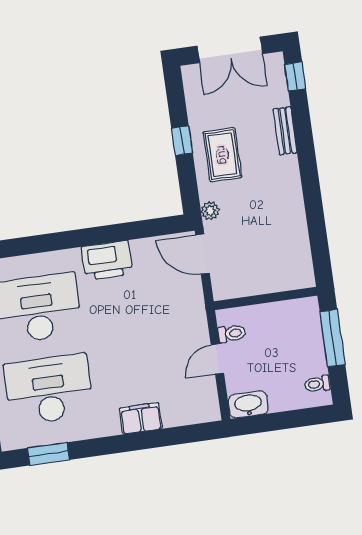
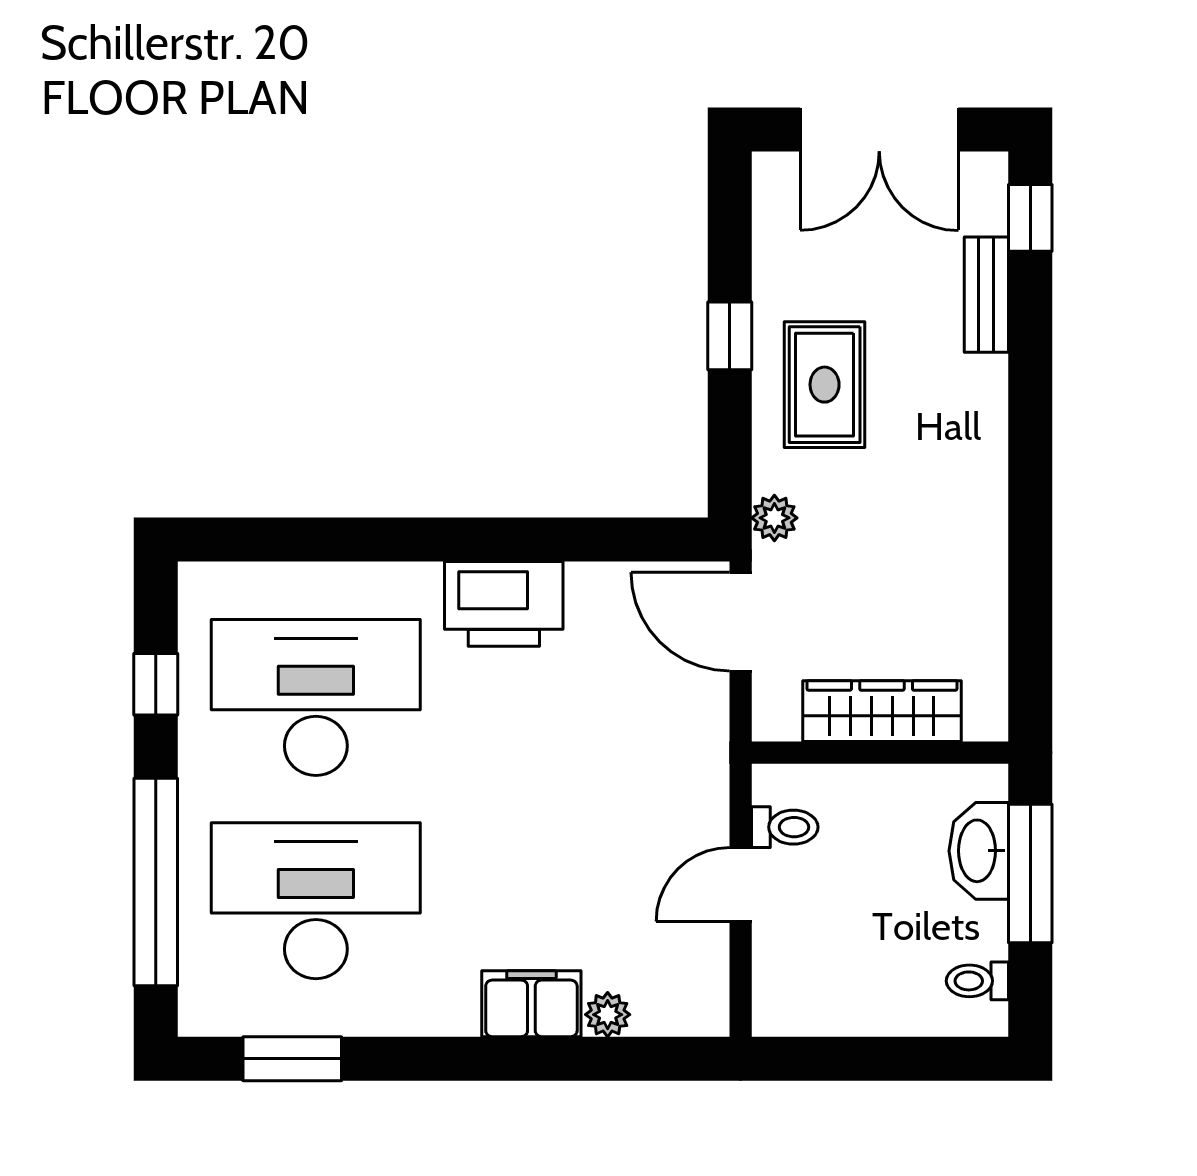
bench: (285, 131) -> (986, 295), moved
wardrobe: (264, 282) -> (882, 711), added
washbasin: (248, 404) -> (979, 851), moved, turned -90
plant: (172, 418) -> (608, 1015), added

